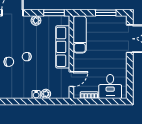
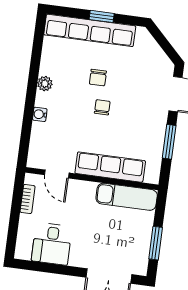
window: (54, 13) -> (169, 142), moved
plant: (36, 21) -> (158, 130), removed
desk: (110, 86) -> (52, 244), moved, turned -90
plant: (46, 94) -> (45, 84), moved

